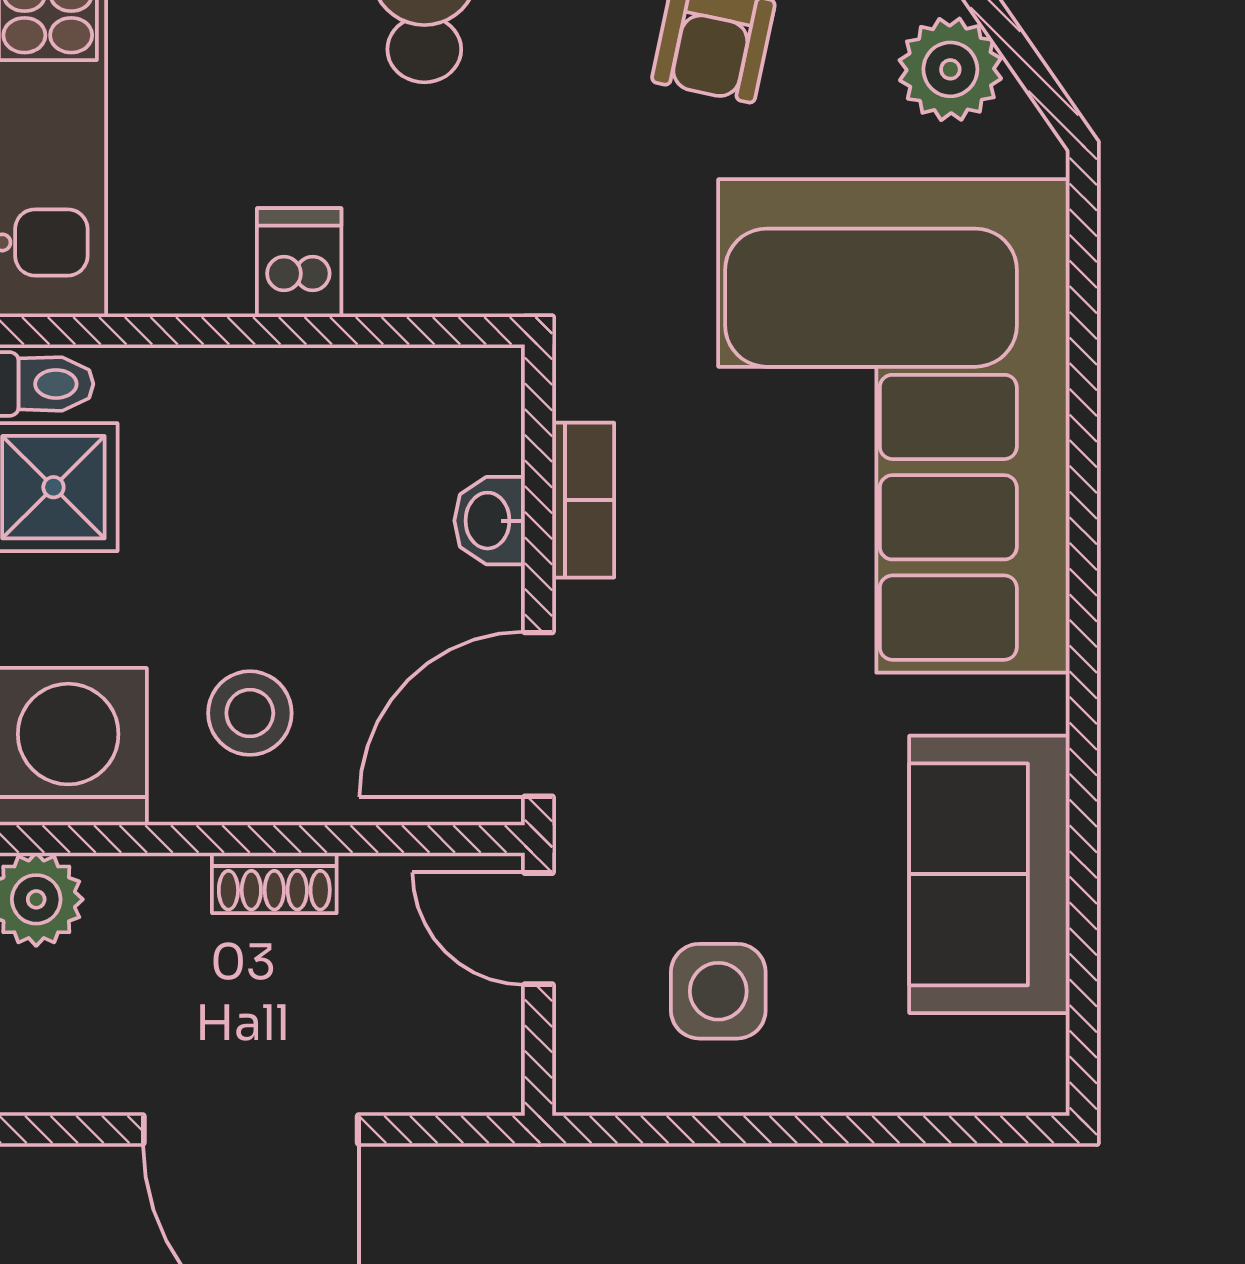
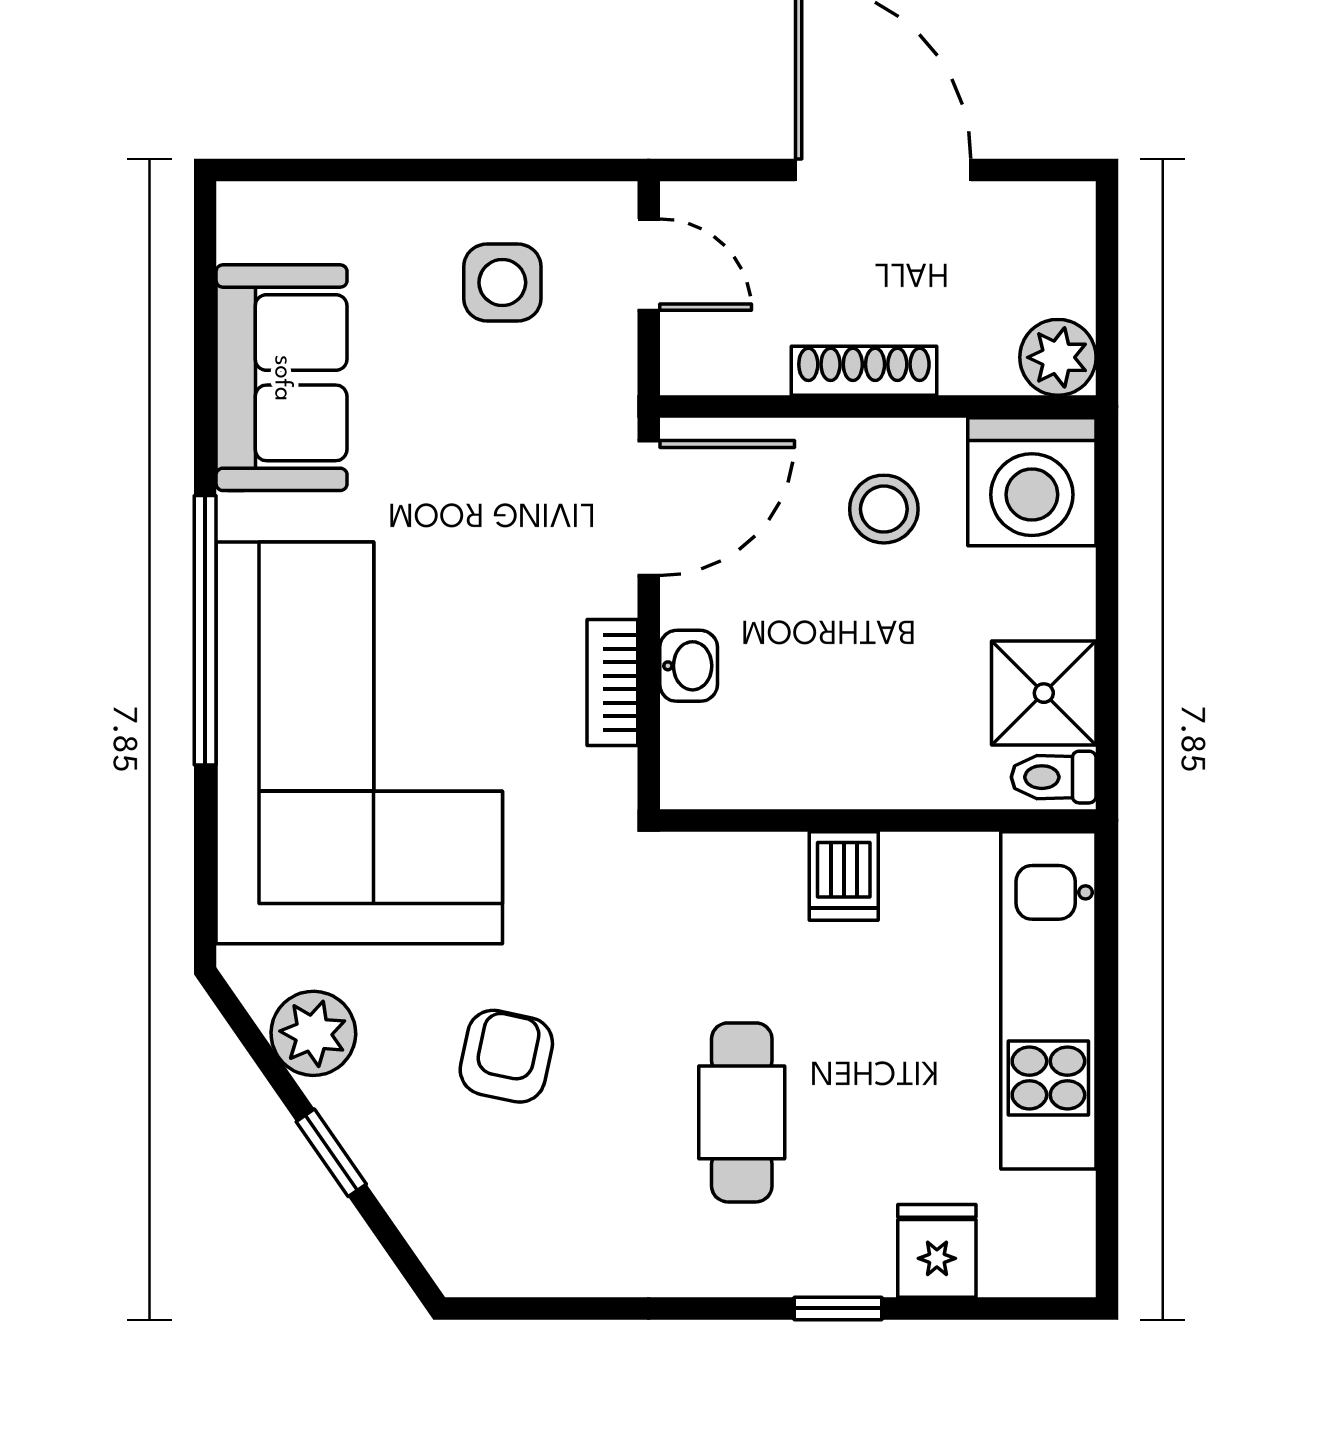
window: (1083, 564) -> (205, 630), added
shoe rack: (274, 883) -> (864, 371), width x1.43
door: (539, 929) -> (649, 265), moved

